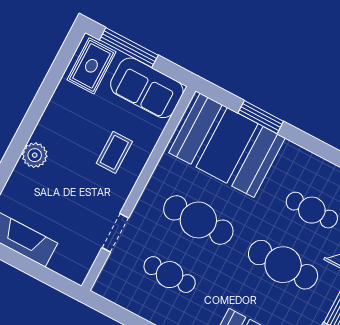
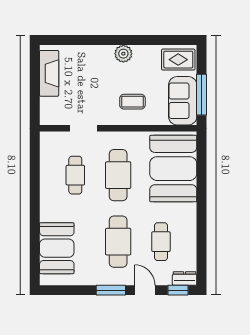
window: (129, 48) -> (202, 95), moved
window: (261, 117) -> (202, 180), removed
plant: (35, 155) -> (123, 54), moved

